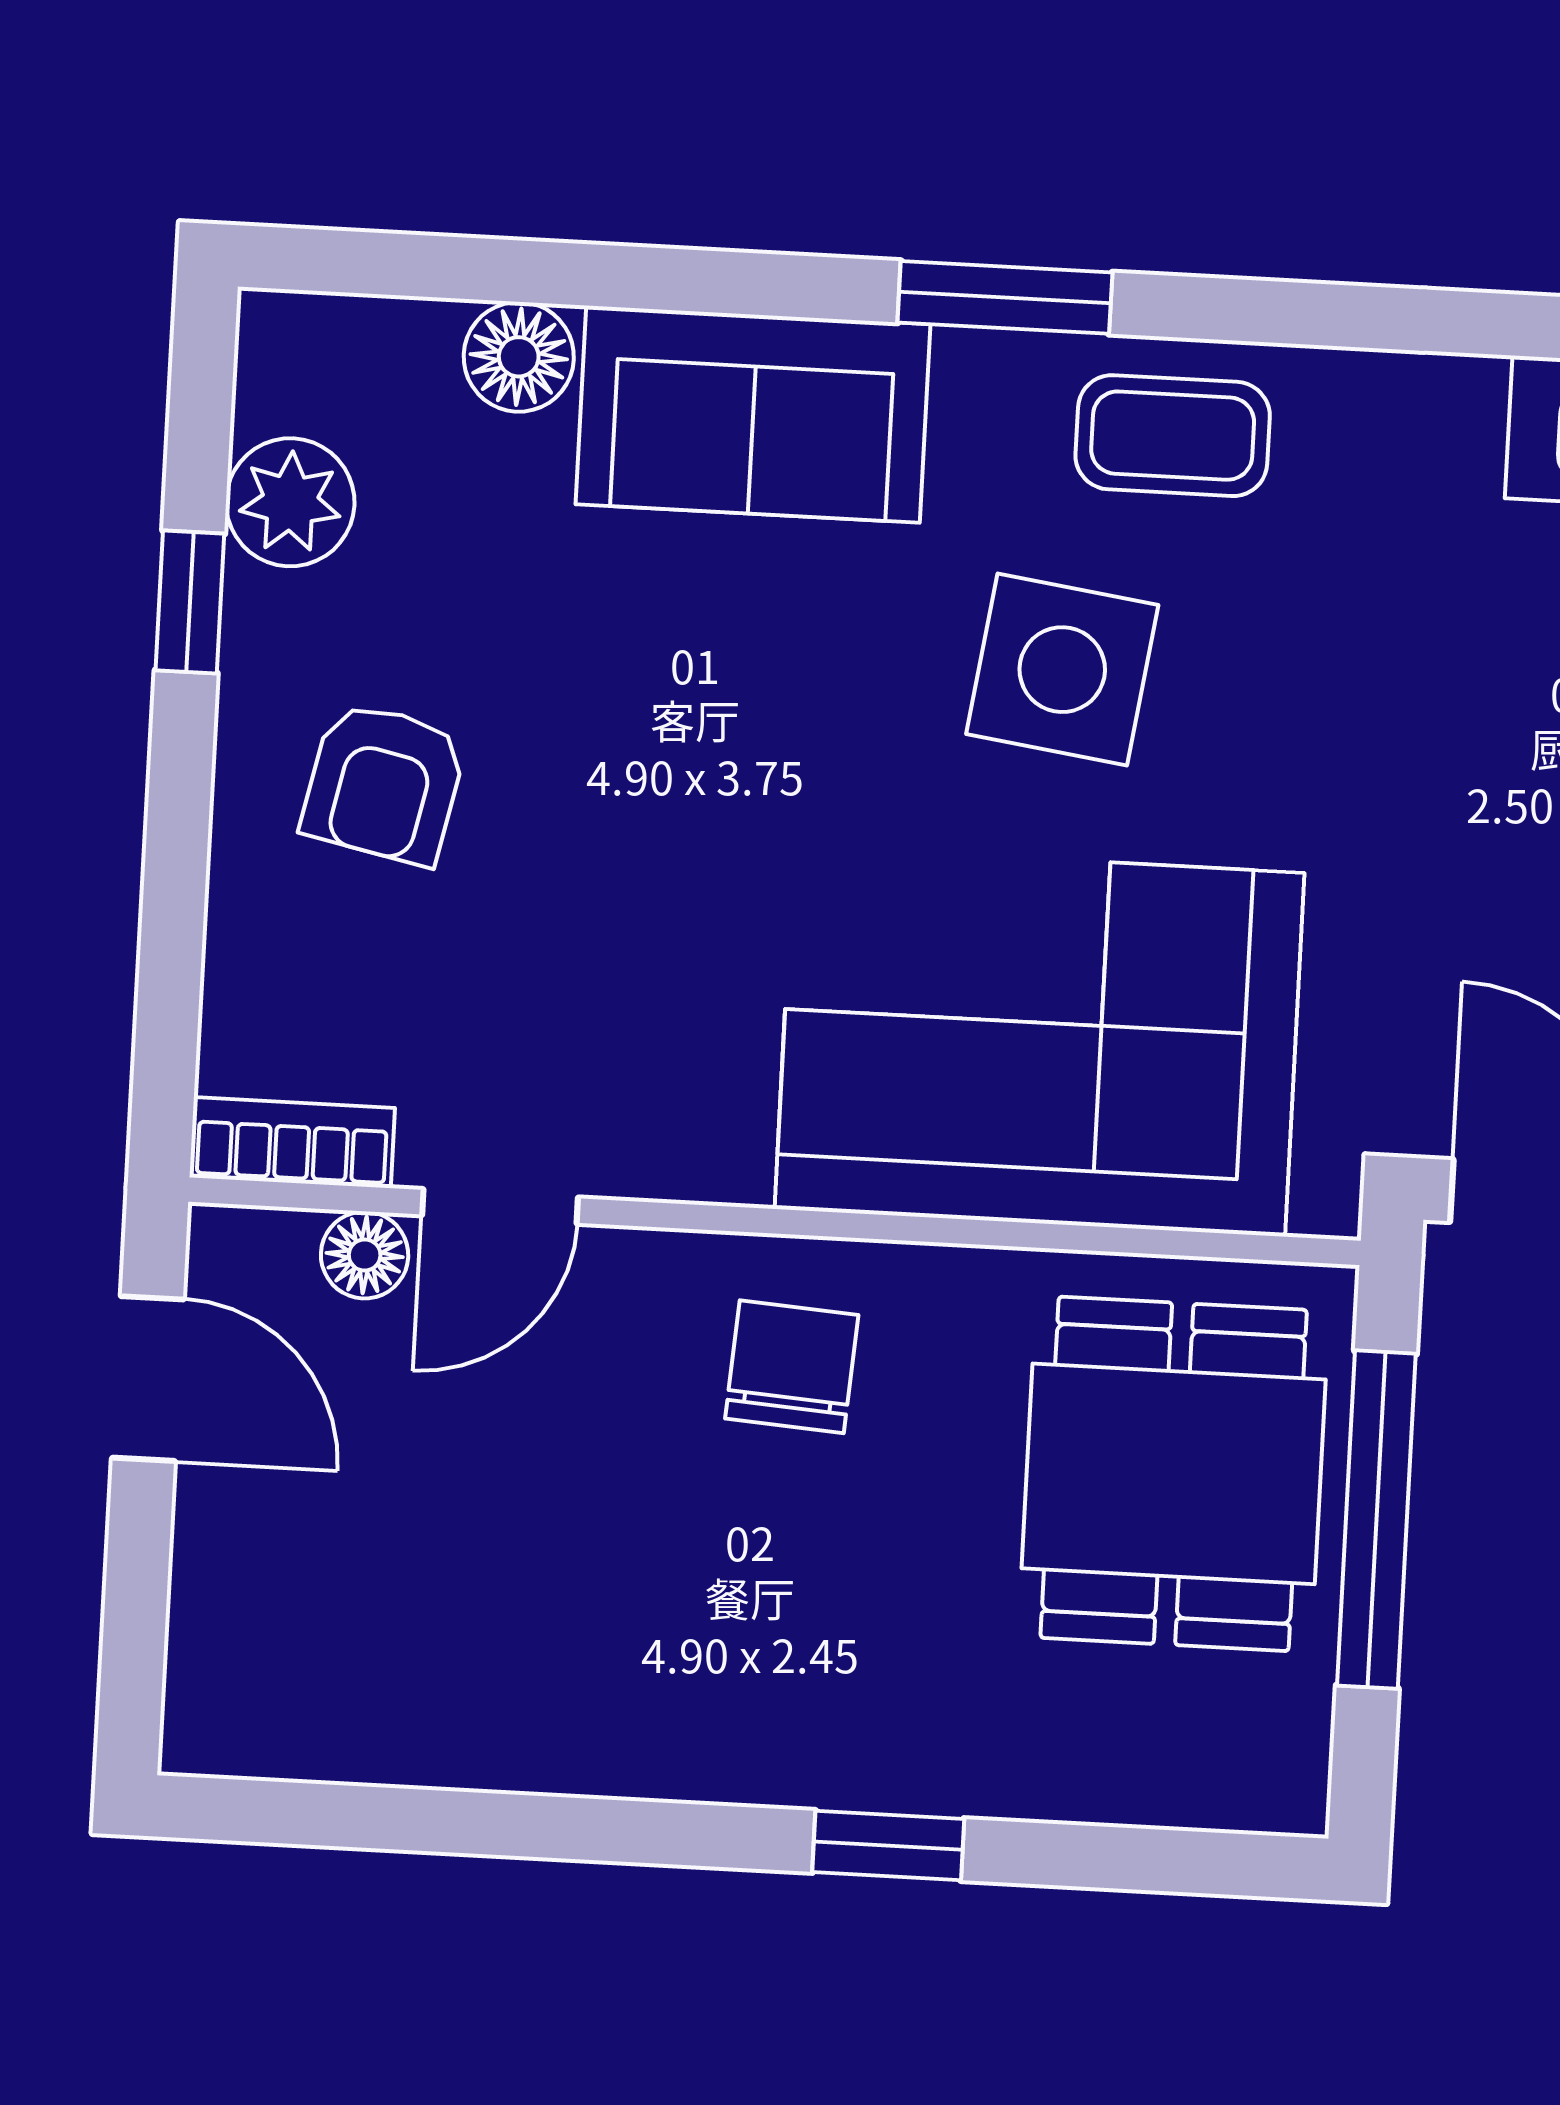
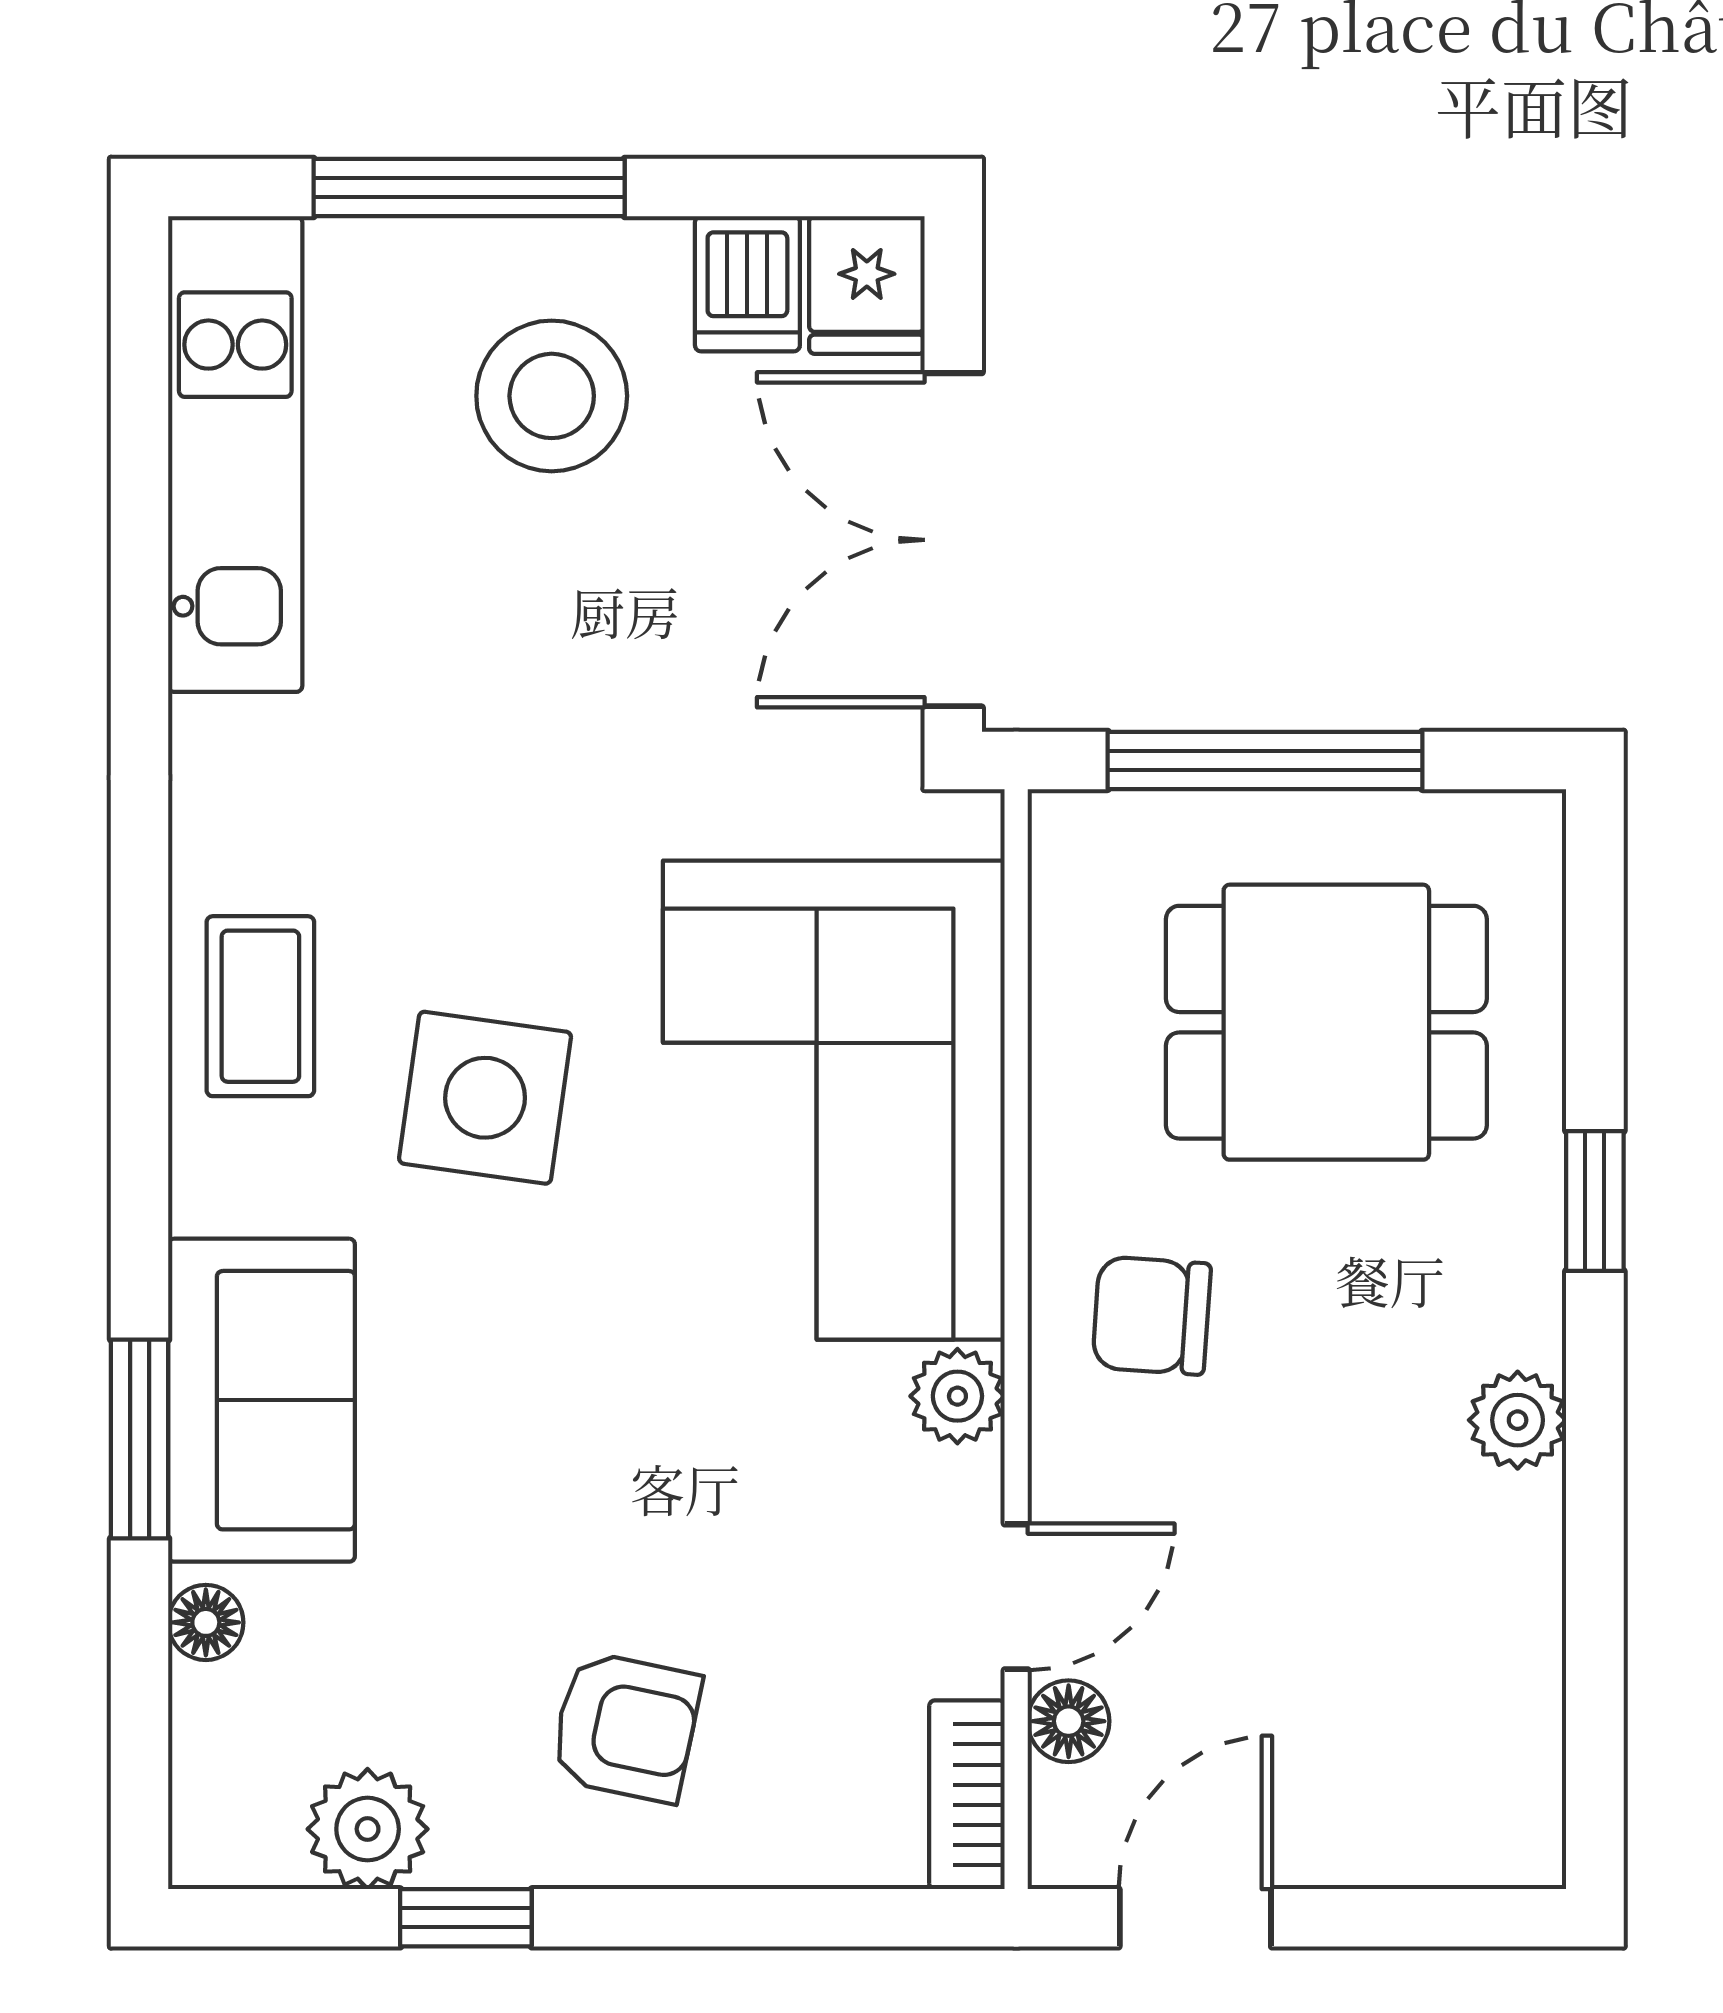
window: (1005, 297) -> (140, 1439), moved
floor lamp: (519, 357) -> (206, 1622), width x0.73, depth x0.73
plant: (717, 1155) -> (957, 1396), added
door: (500, 1206) -> (1016, 1597), hinge flipped
dining table: (1174, 1474) -> (1326, 1022), moved
plant: (659, 1750) -> (1518, 1420), added

